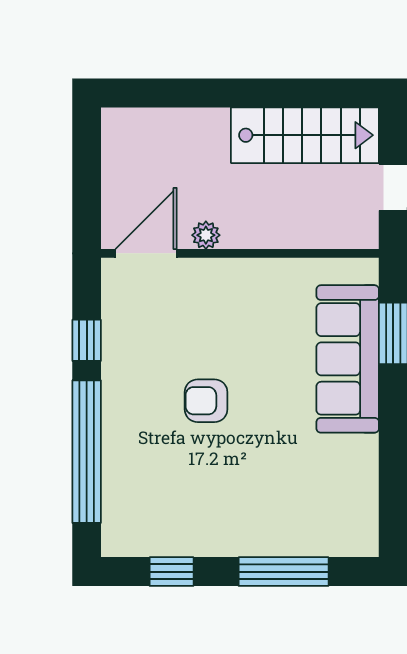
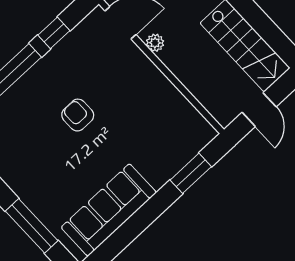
sofa: (348, 359) -> (109, 210), moved

